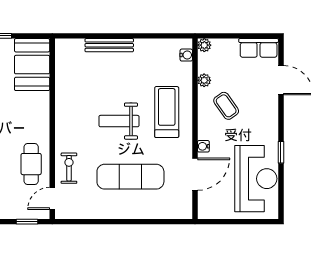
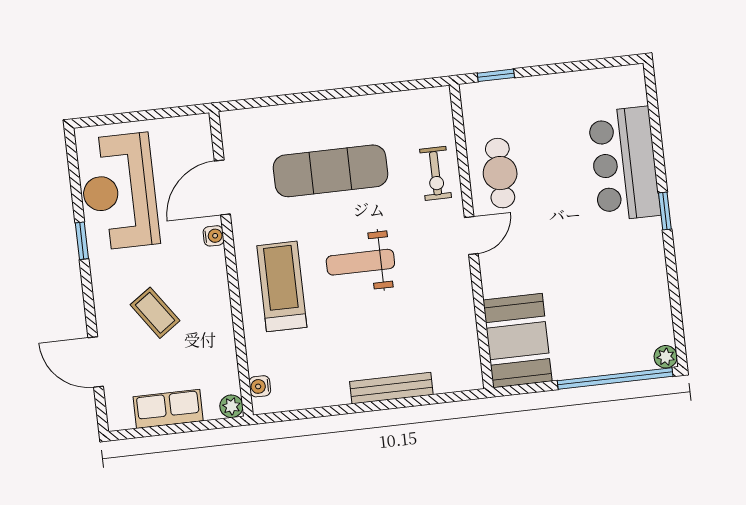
row of seats: (259, 48) -> (168, 409), moved
plant: (204, 80) -> (225, 347), removed
coffee table: (226, 106) -> (155, 313), moved
treadmill: (167, 112) -> (282, 286), turned 180
weight bench: (119, 121) -> (360, 262), turned 180
door: (52, 198) -> (471, 236), moved

